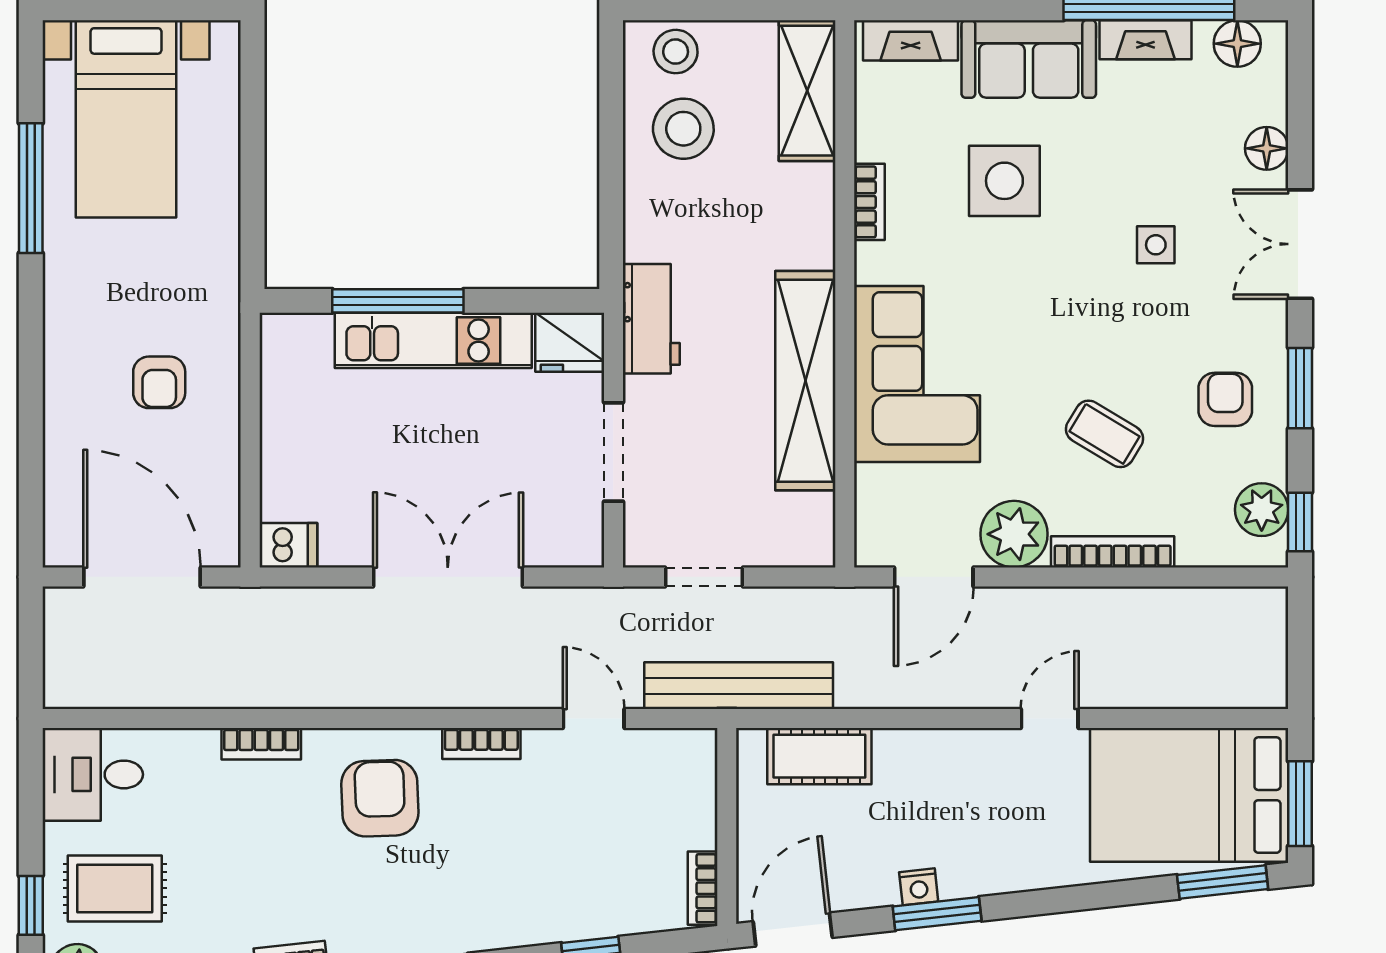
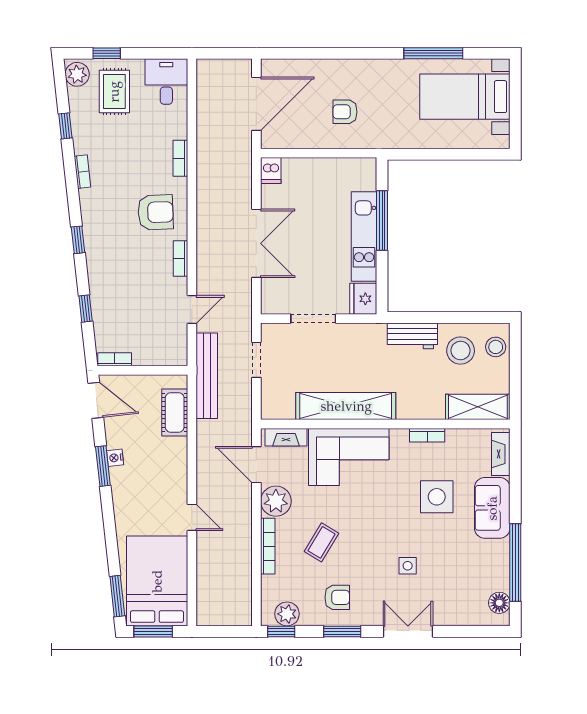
fireplace: (1146, 40) -> (286, 437), moved, turned -90
floor lamp: (1267, 148) -> (452, 616), removed
workbench: (651, 319) -> (412, 336), moved

